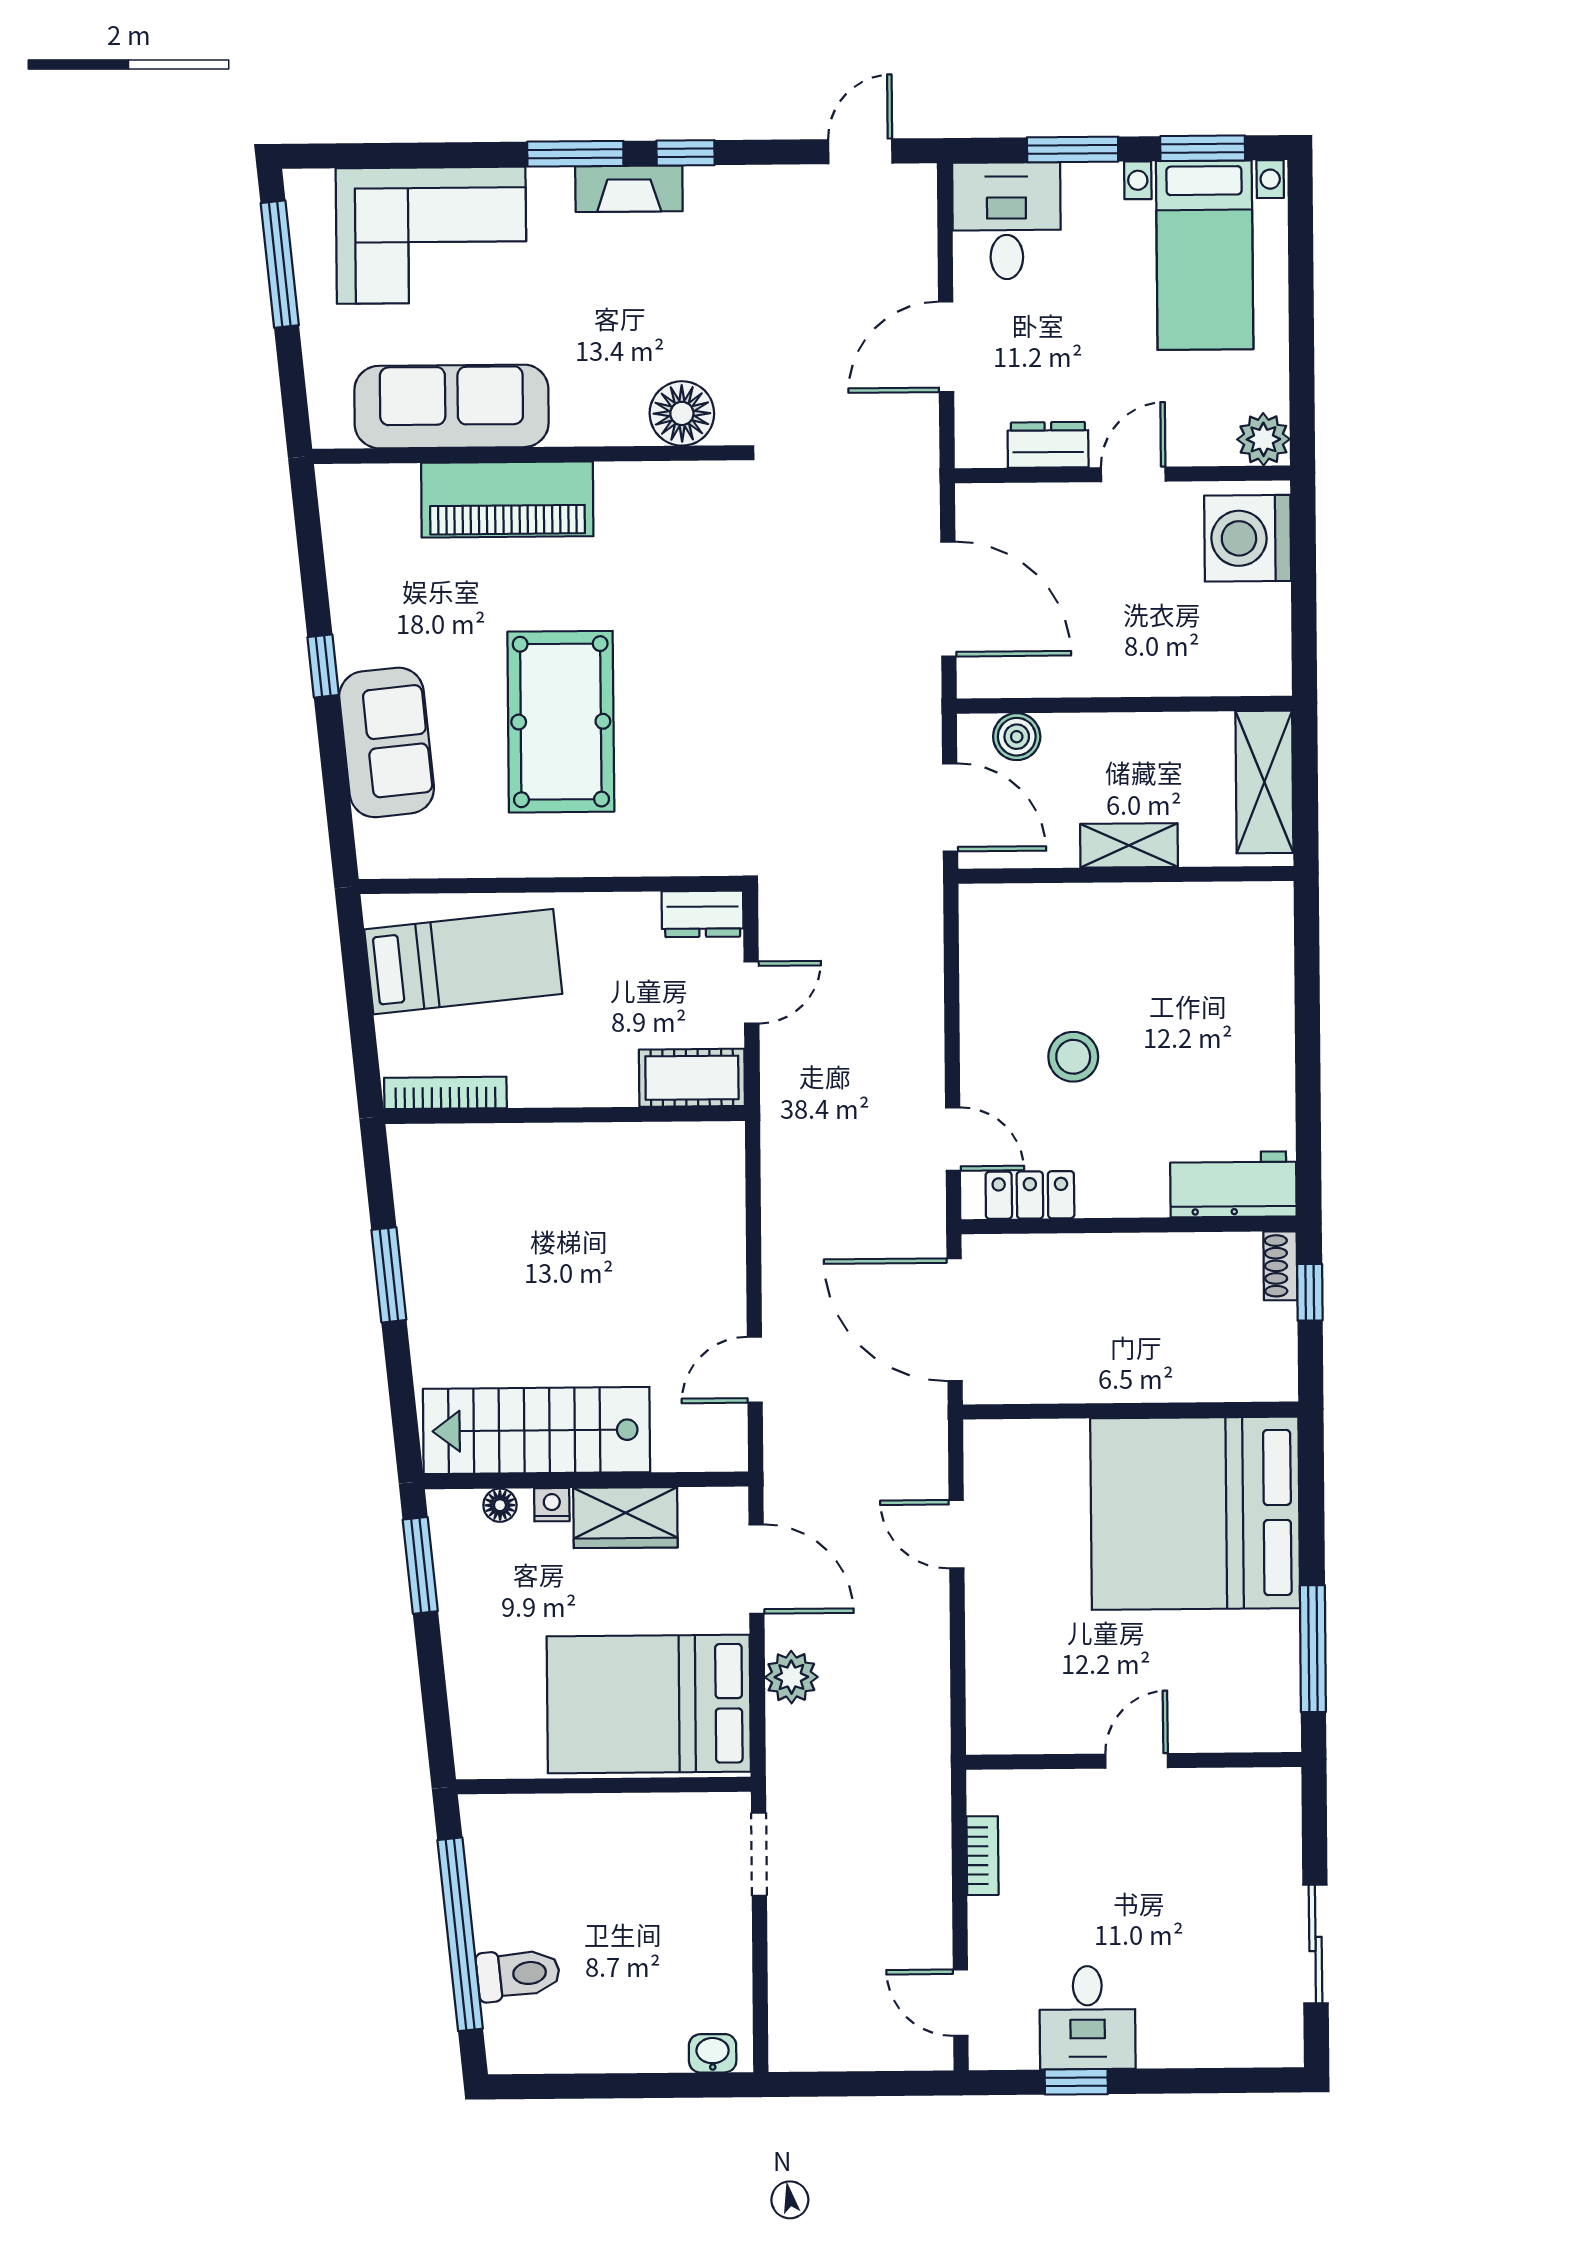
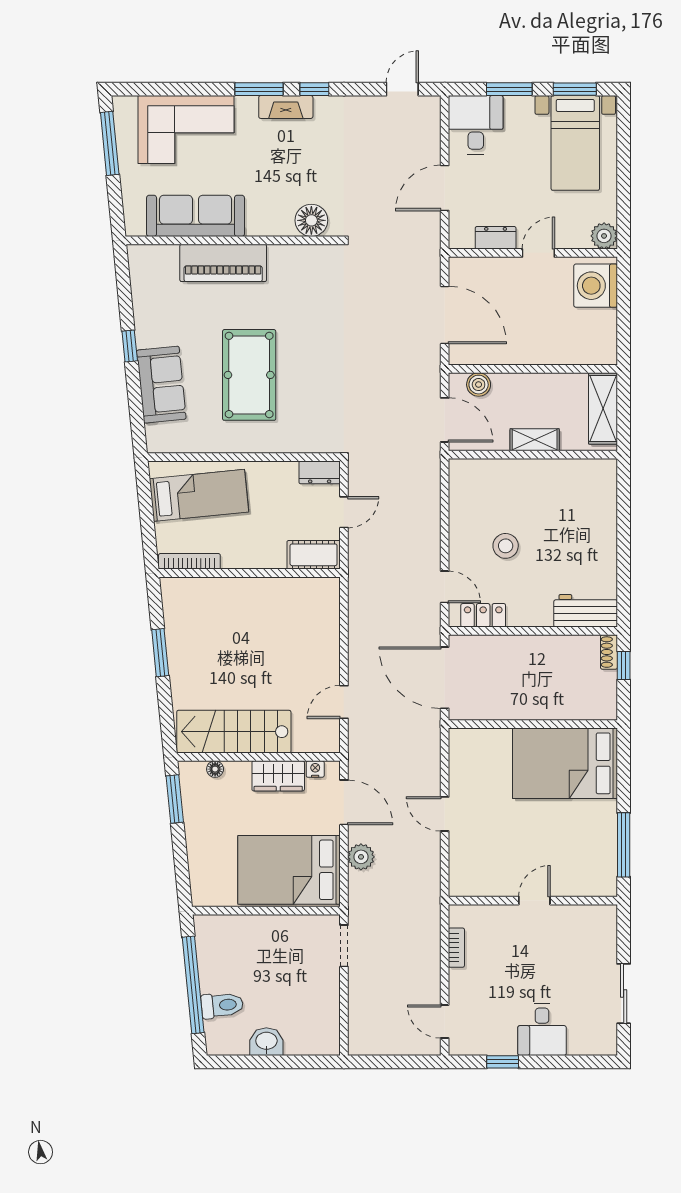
nightstand: (552, 1505) -> (315, 769), moved
bed: (1195, 1513) -> (565, 763), width x0.73
door: (956, 1534) -> (445, 814), moved
desk: (1088, 2018) -> (542, 1030), moved
washbasin: (713, 2053) -> (266, 1042), moved, width x1.38, depth x1.45

